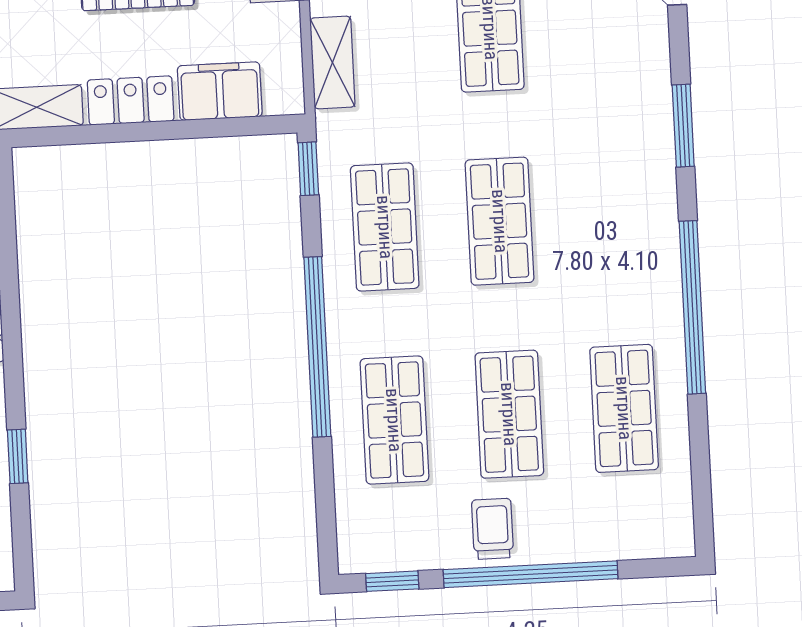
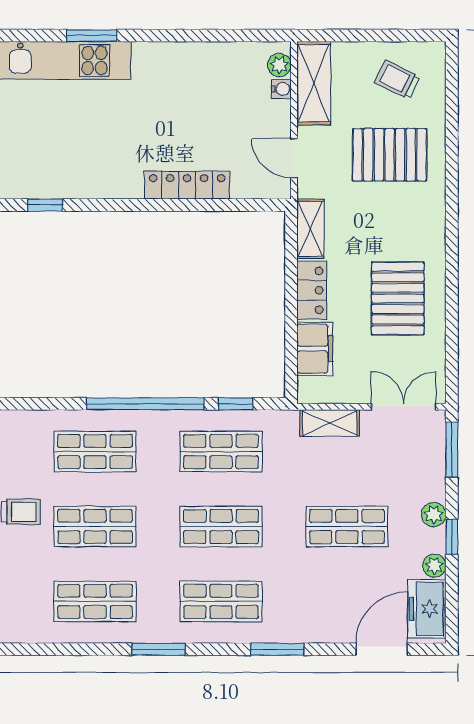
window: (308, 169) -> (236, 404), moved
shop shelf: (614, 215) -> (221, 601), added
window: (692, 307) -> (159, 649), width x0.47
window: (18, 456) -> (45, 205), moved

